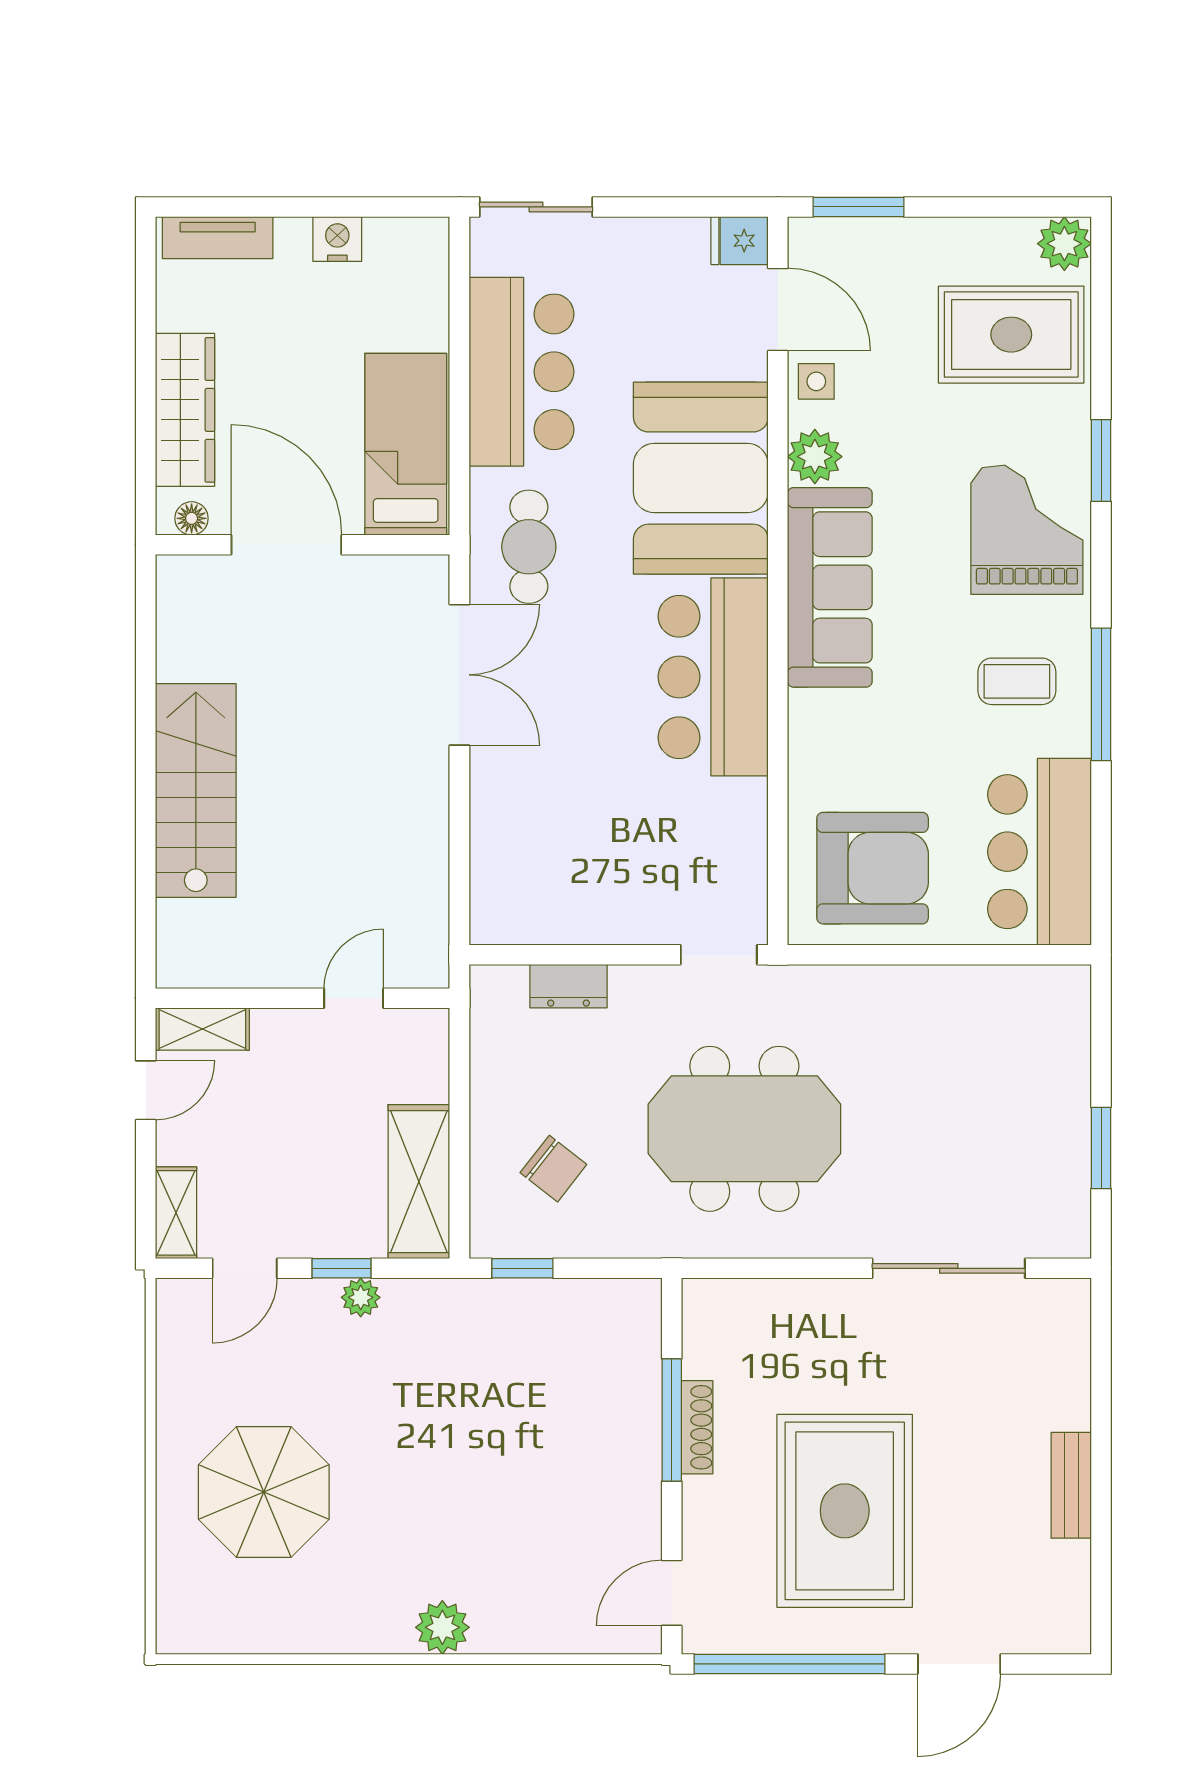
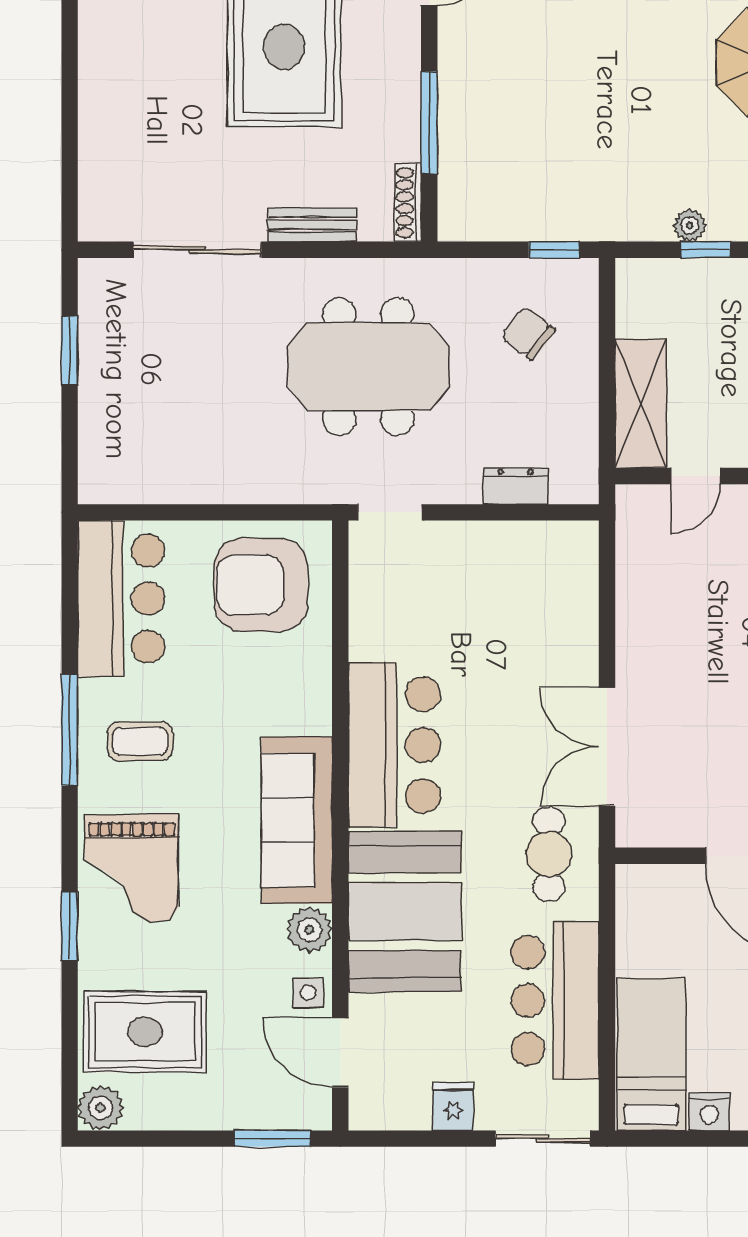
fridge: (740, 241) -> (453, 1107), moved, turned -90
bed: (406, 444) -> (651, 1054), moved, turned 180
shelving: (419, 1182) -> (641, 403), moved
shoe rack: (697, 1427) -> (408, 203), moved
bench: (1071, 1485) -> (312, 225), moved, turned 90

